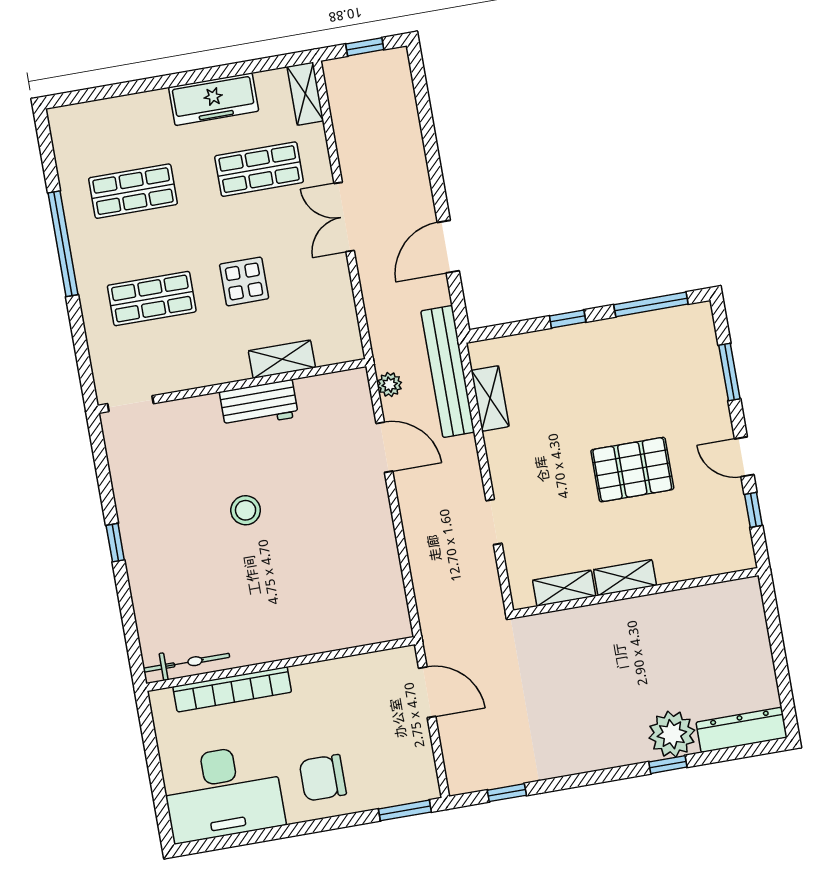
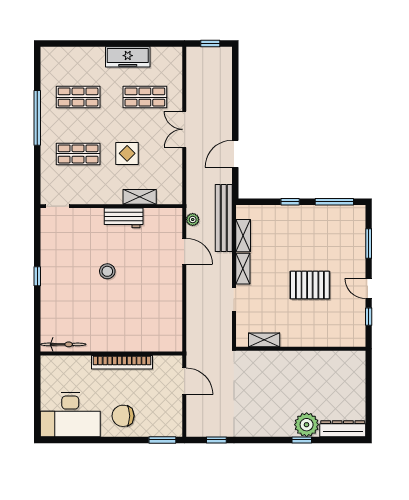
shelving: (305, 94) -> (175, 62), removed
shelving: (625, 578) -> (243, 269), moved, turned 90
bookcase: (232, 689) -> (122, 362), moved

